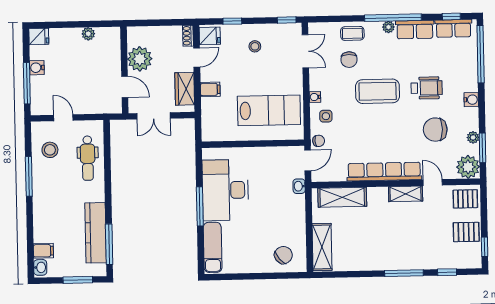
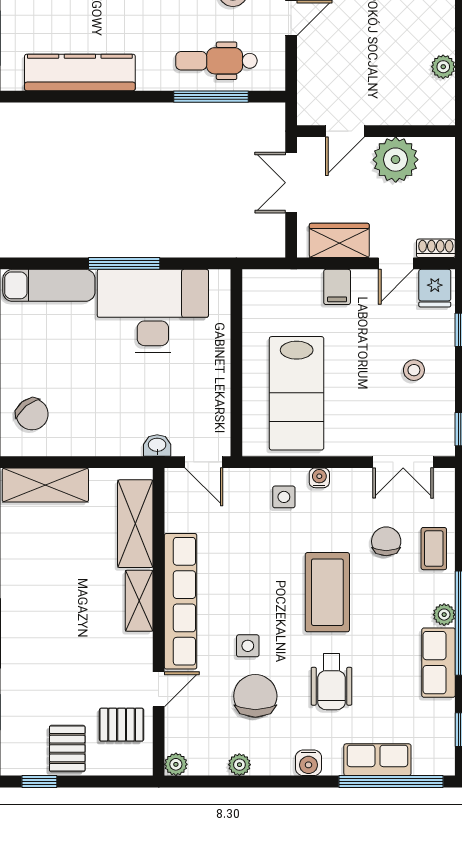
row of seats: (453, 28) -> (377, 760), moved, turned 90
door: (197, 57) -> (396, 263), hinge flipped
chair: (349, 60) -> (386, 541), turned 90
side table: (408, 134) -> (248, 646), added
chair: (319, 141) -> (239, 483), removed
window: (482, 148) -> (220, 782), removed
plant: (468, 167) -> (176, 764), width x0.53, depth x0.53
shelving: (406, 194) -> (139, 601), moved
pallet: (465, 199) -> (122, 725), moved, turned 90
window: (109, 244) -> (211, 97), moved

